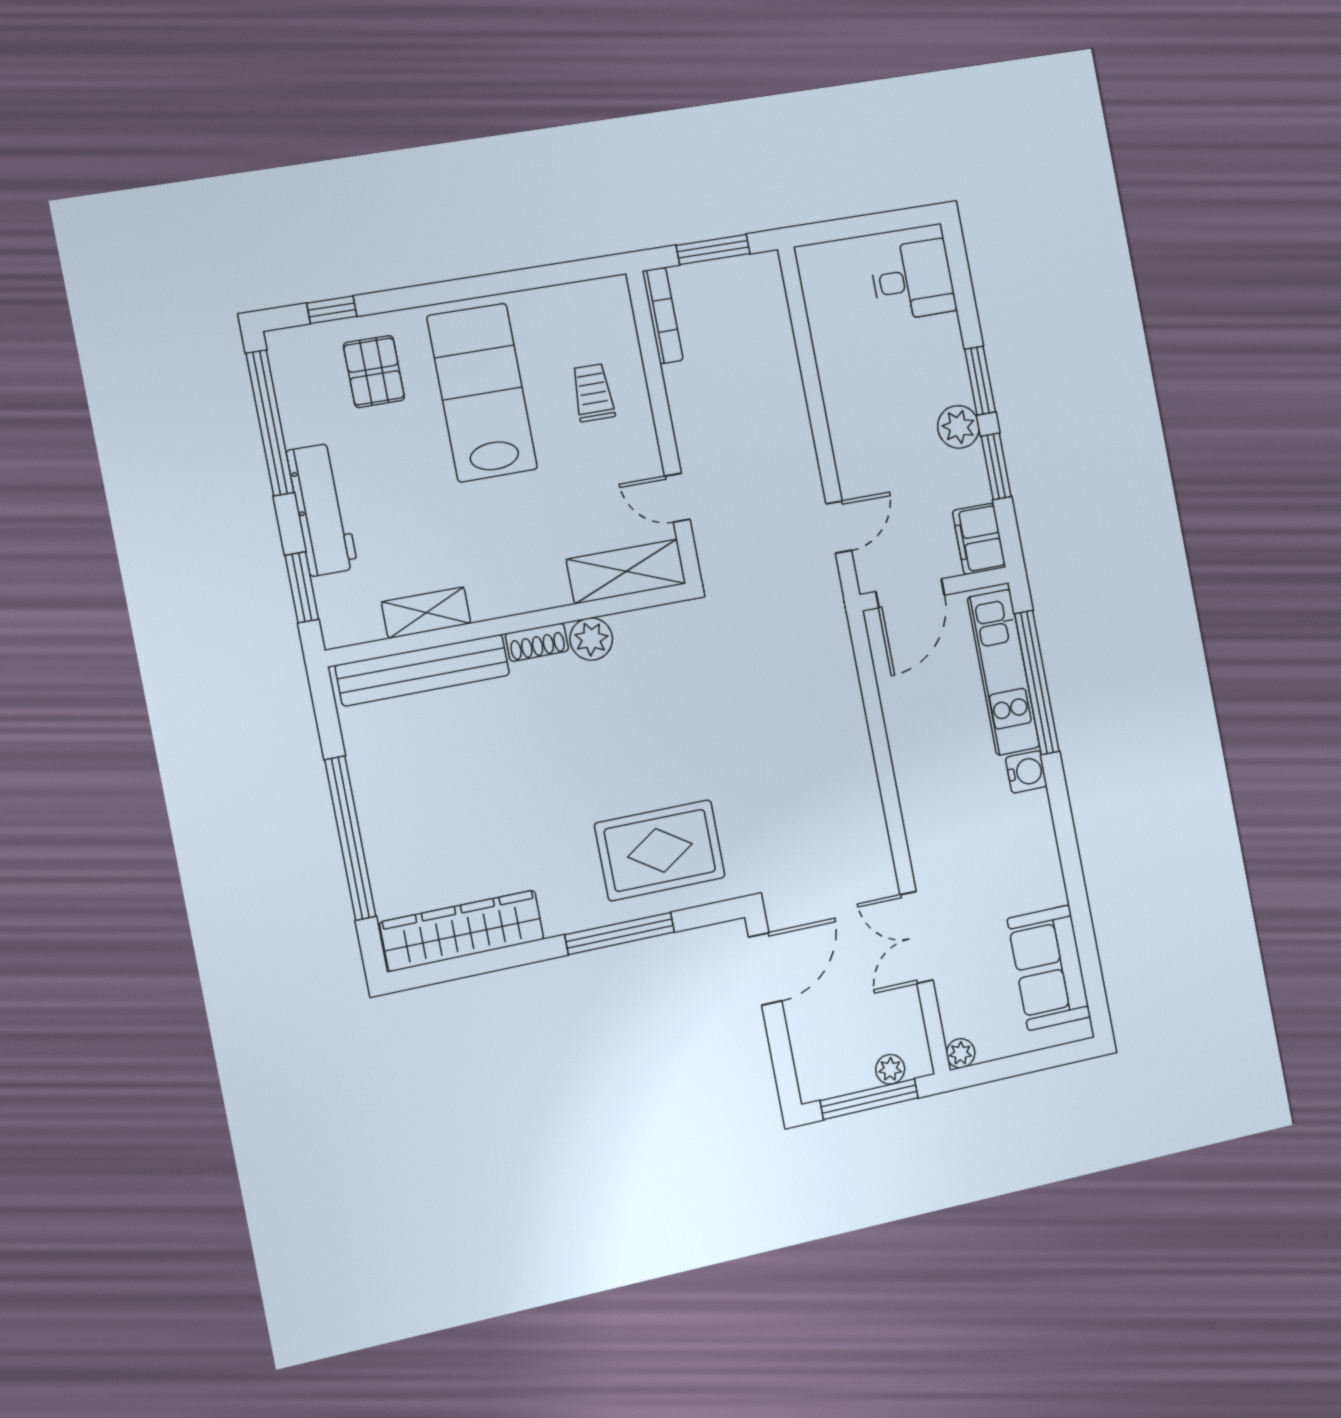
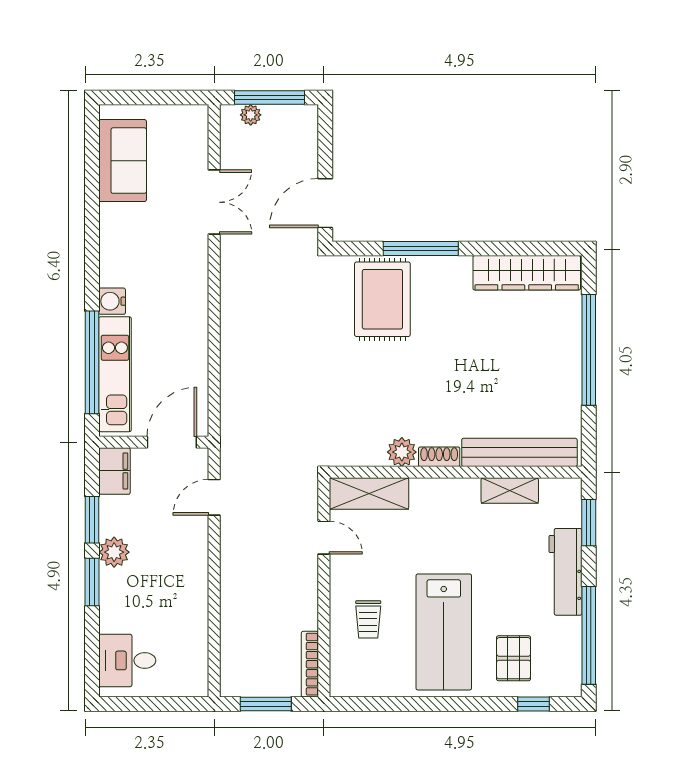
rug: (660, 850) -> (382, 299), turned 90
plant: (961, 1053) -> (198, 115), removed

